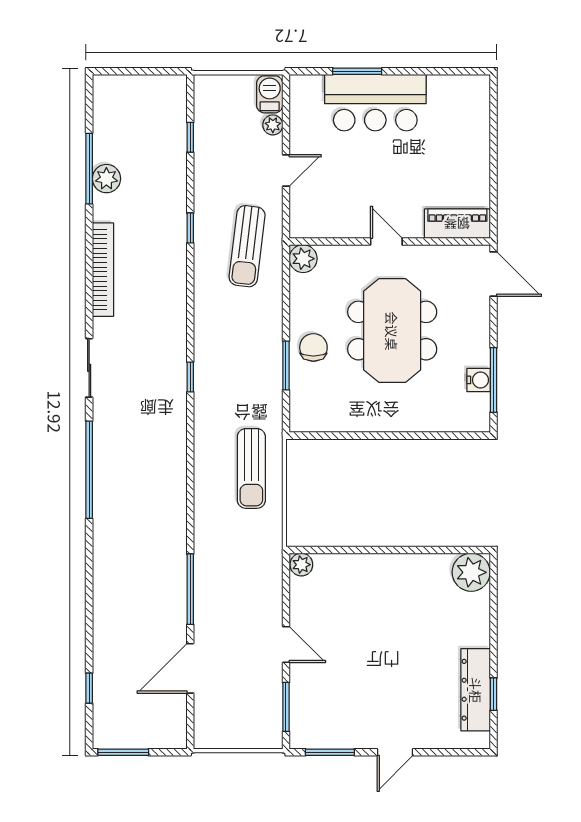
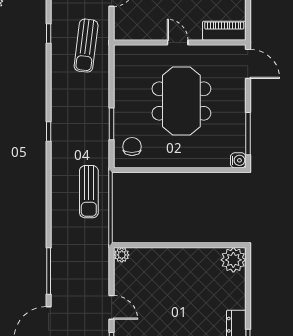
plant: (303, 259) -> (123, 54), removed
chair: (313, 347) -> (132, 147), moved
water cooler: (479, 380) -> (238, 160), moved

